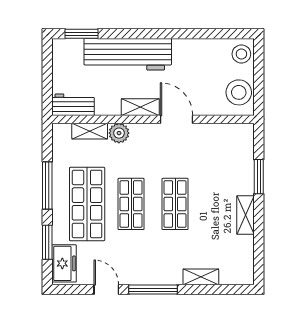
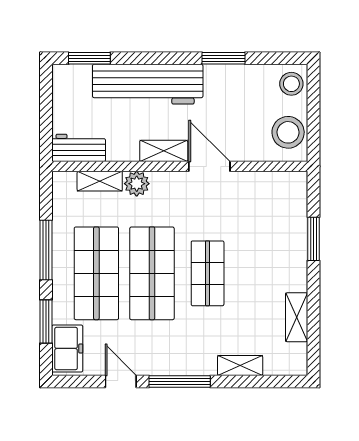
window: (188, 34) -> (224, 58), added
shop shelf: (131, 204) -> (152, 273), width x1.43, depth x1.36
shelving: (246, 215) -> (297, 317), moved

